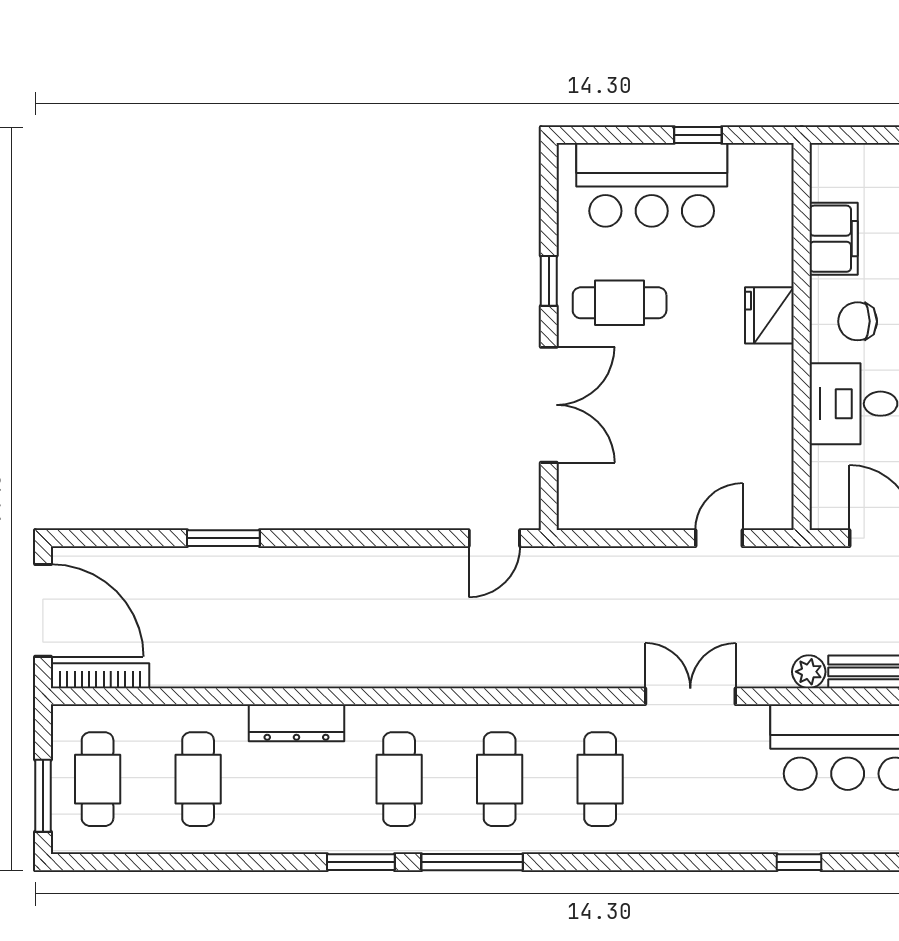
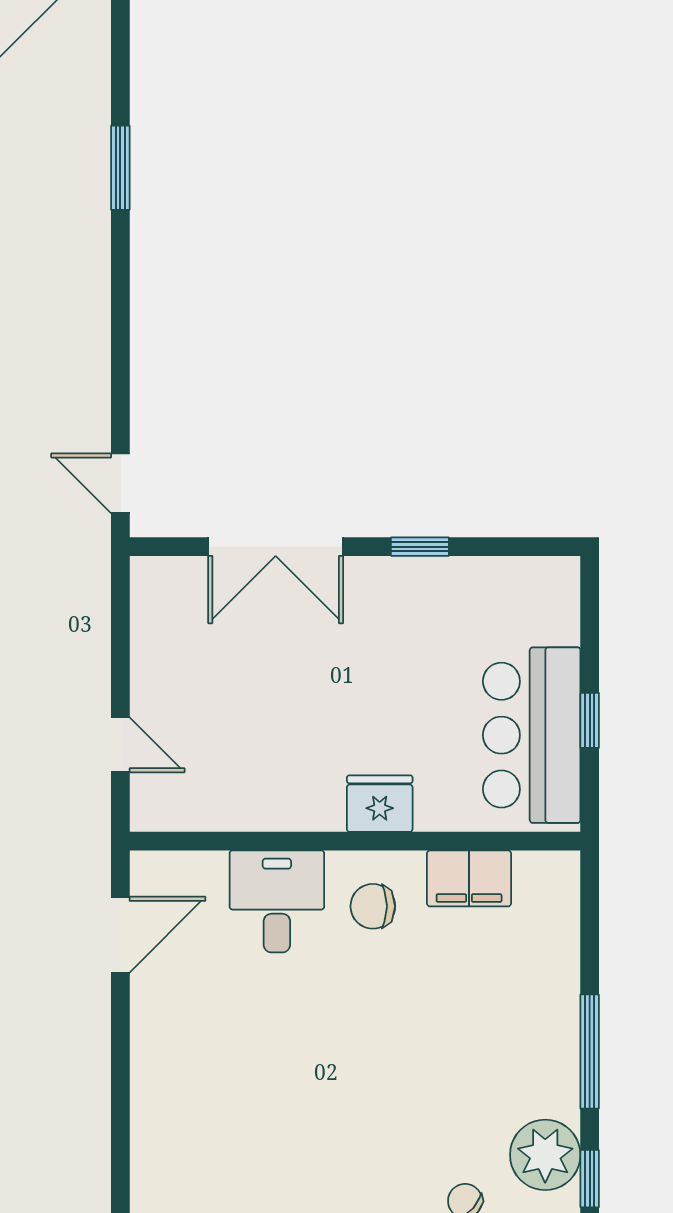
bar counter: (652, 185) -> (532, 735), moved
cafe table: (620, 303) -> (394, 629), removed
chair: (858, 321) -> (373, 906), turned -90

